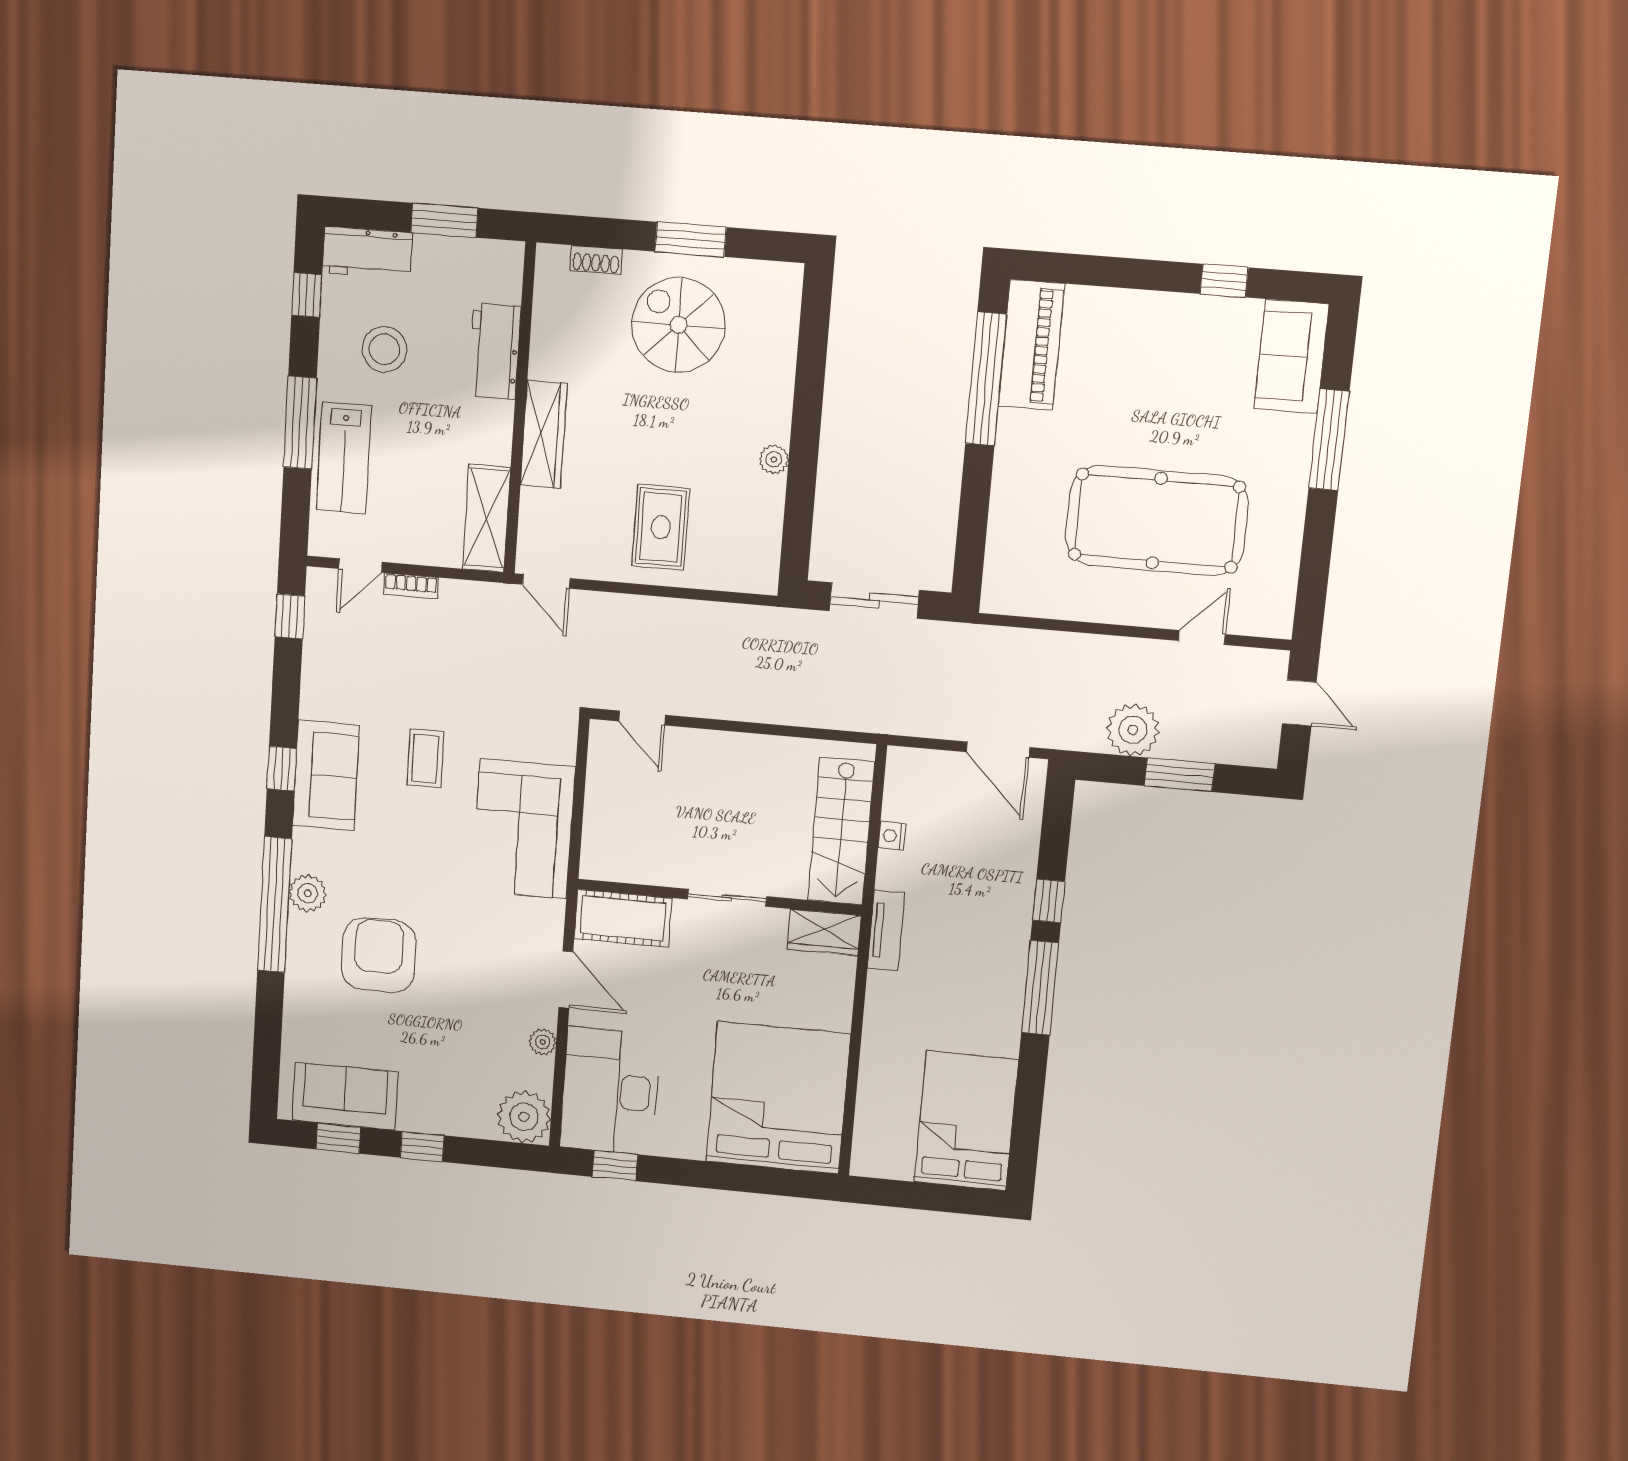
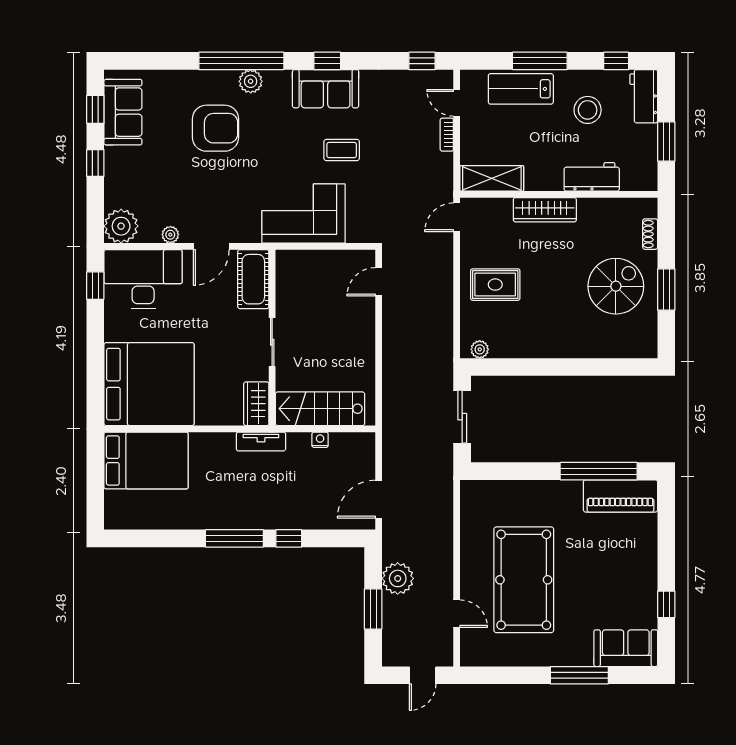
plant: (774, 459) -> (480, 349), moved
bed: (966, 1121) -> (146, 460), moved

